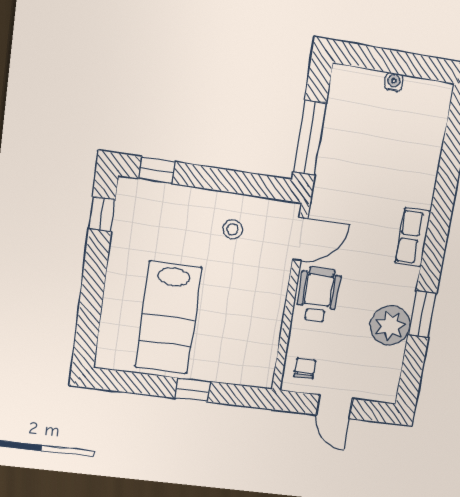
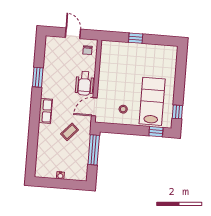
coffee table: (362, 185) -> (70, 132), added
lab bench: (168, 318) -> (152, 101), moved
plant: (390, 326) -> (52, 71), removed

